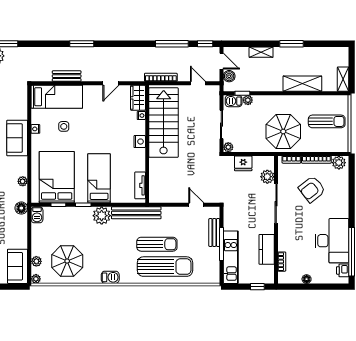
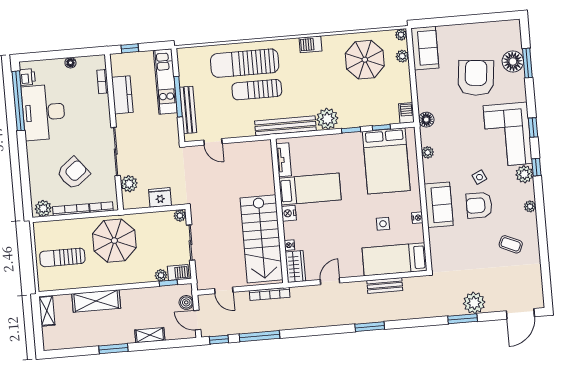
bed: (99, 178) -> (310, 189), moved, turned -90
bench: (214, 233) -> (188, 110), width x1.36

